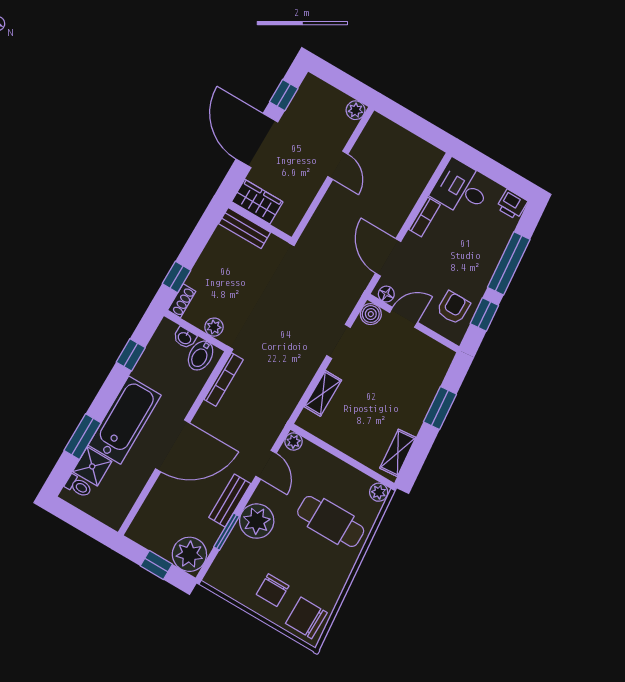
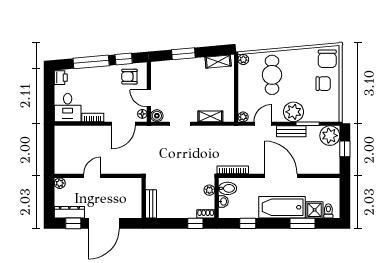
dresser: (304, 99) -> (69, 212), added
wardrobe: (257, 202) -> (134, 205), removed

